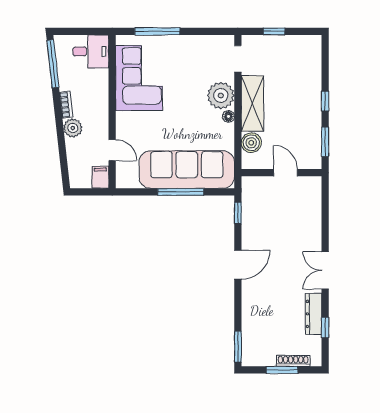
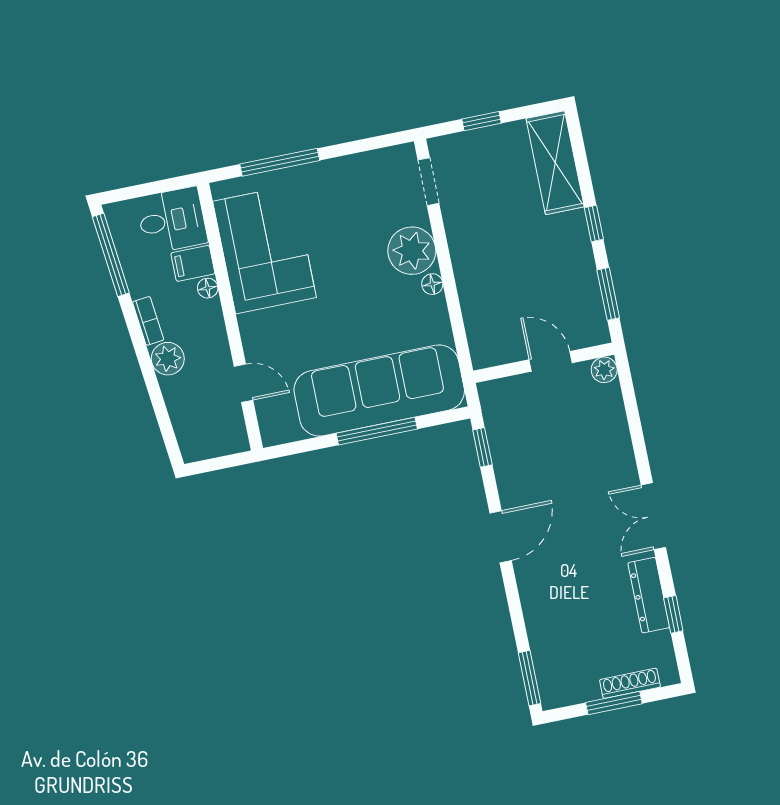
floor lamp: (103, 93) -> (208, 288), added
shelving: (252, 103) -> (555, 163), moved
boiler: (251, 143) -> (481, 322), removed
filing cabinet: (100, 177) -> (193, 263), moved, turned -90
plant: (314, 184) -> (604, 370), added

